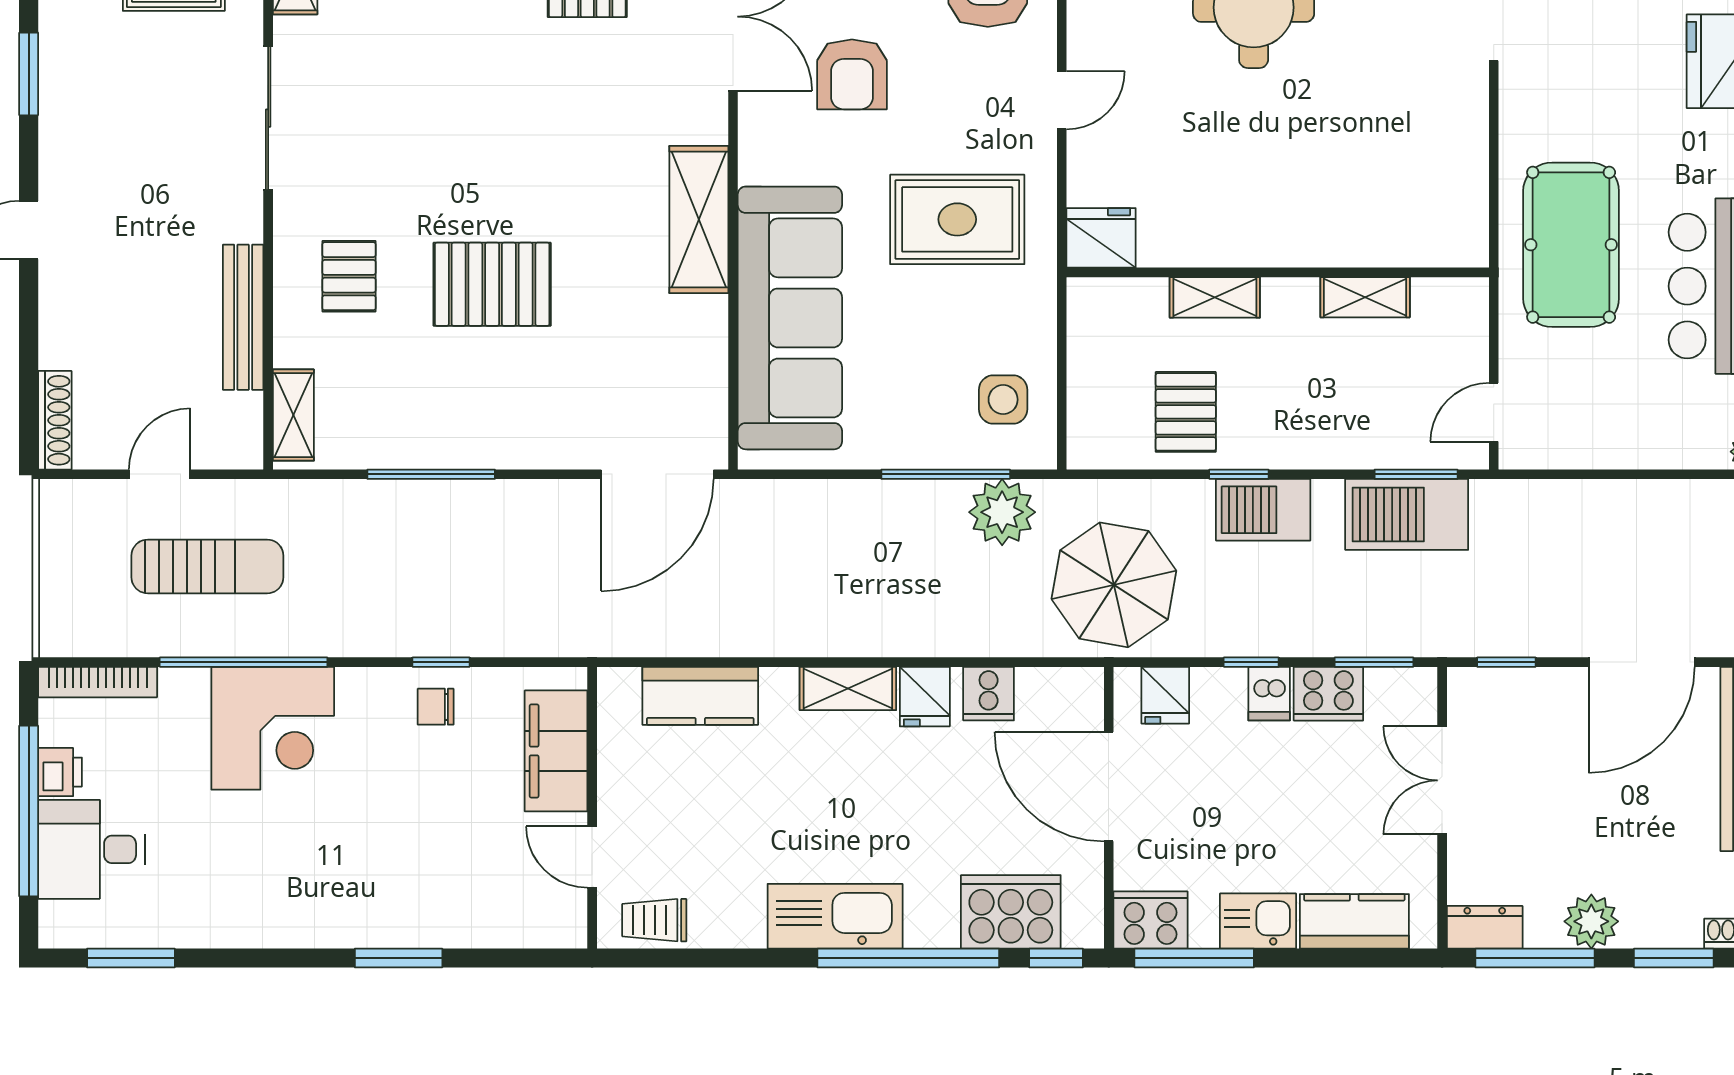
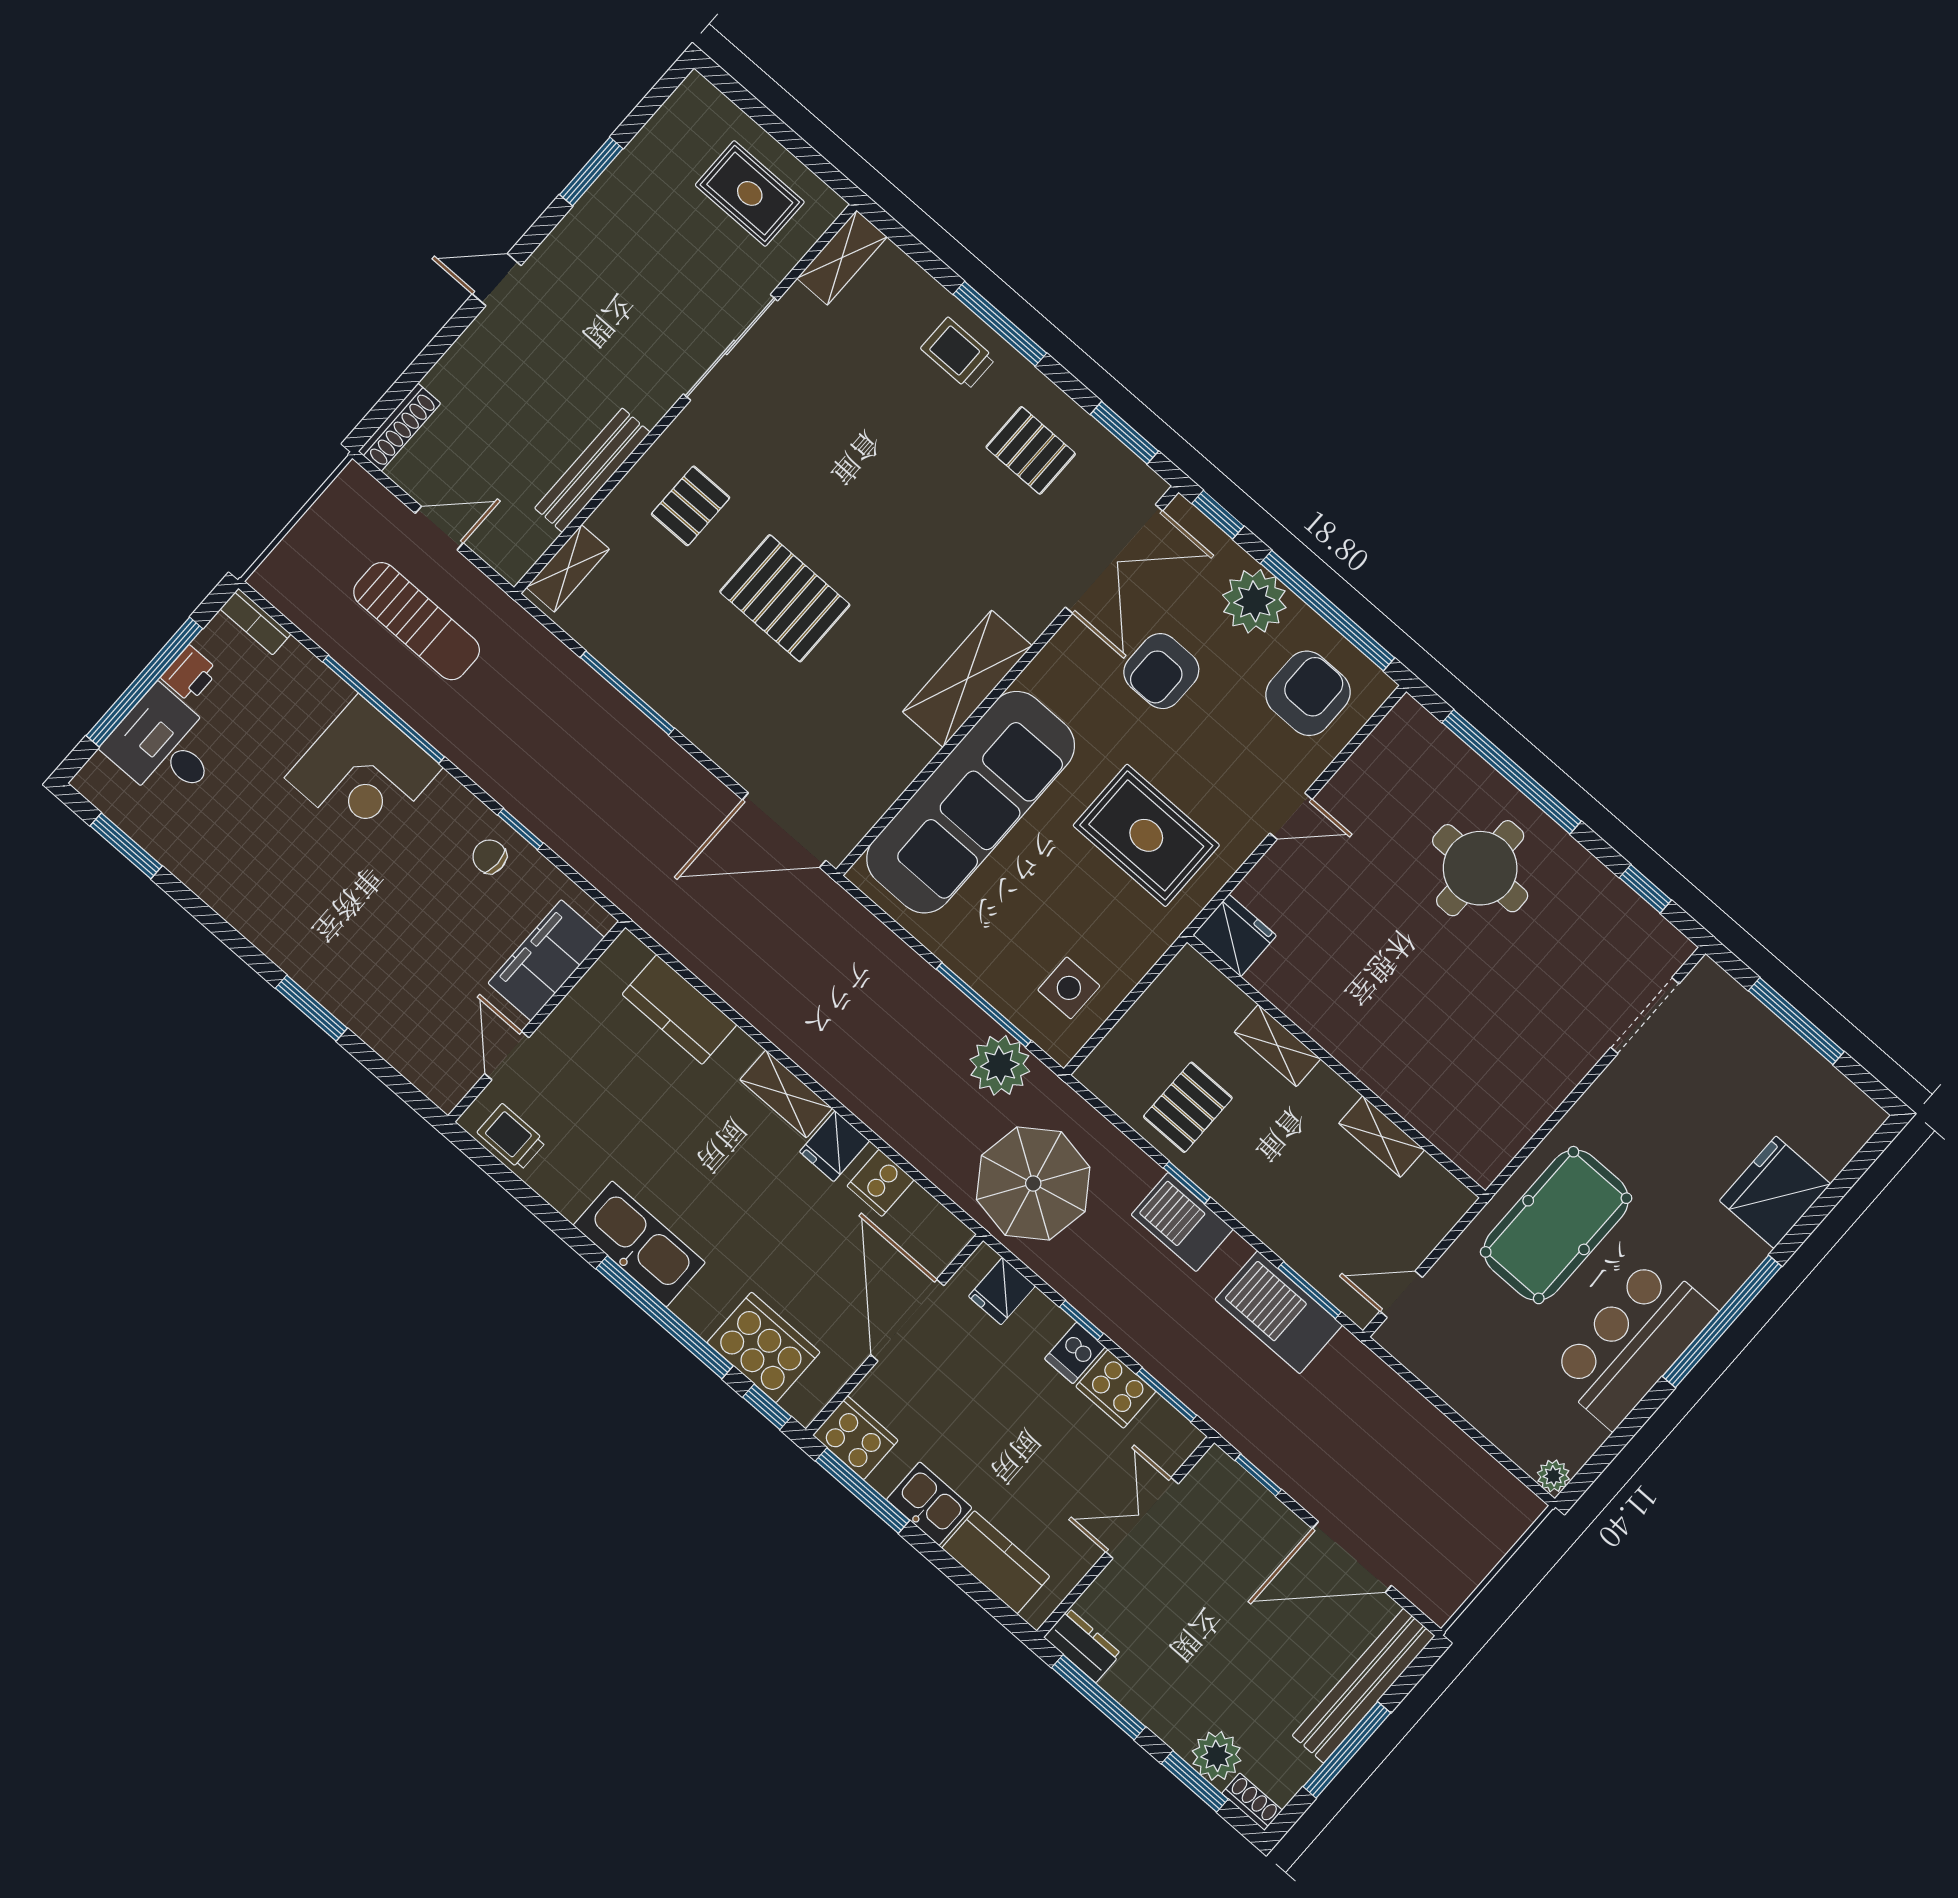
bookcase: (98, 682) -> (255, 622), width x0.64
plant: (1591, 921) -> (1217, 1756), moved

